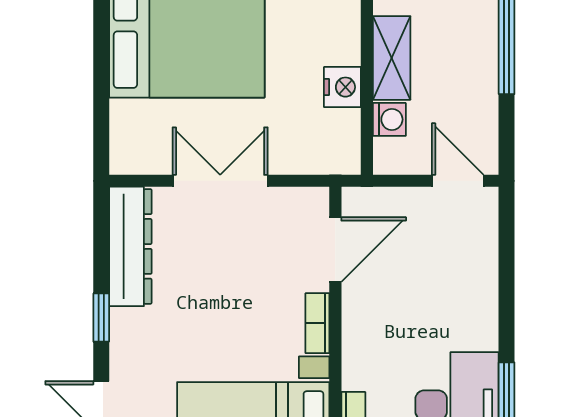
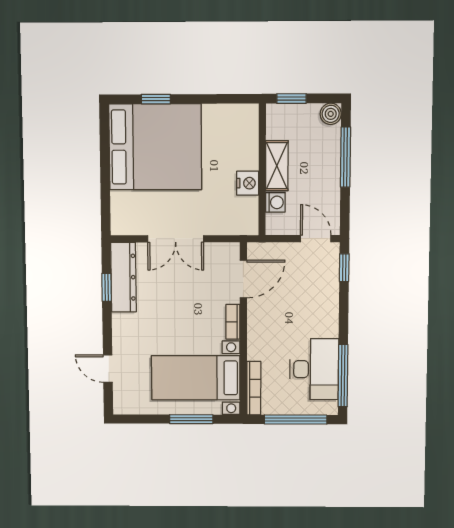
double door: (220, 181) -> (176, 239), swing flipped
window: (507, 230) -> (344, 268), added
window: (101, 318) -> (107, 287), moved

